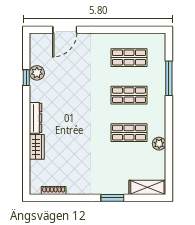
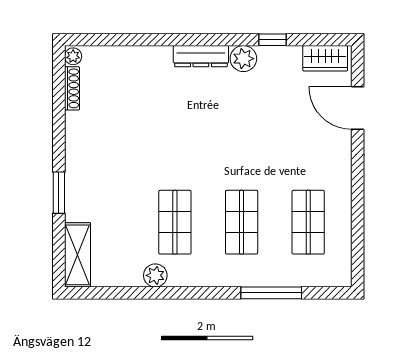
plant: (37, 73) -> (243, 59), moved
wardrobe: (37, 147) -> (325, 58), moved
plant: (36, 190) -> (73, 56), added

